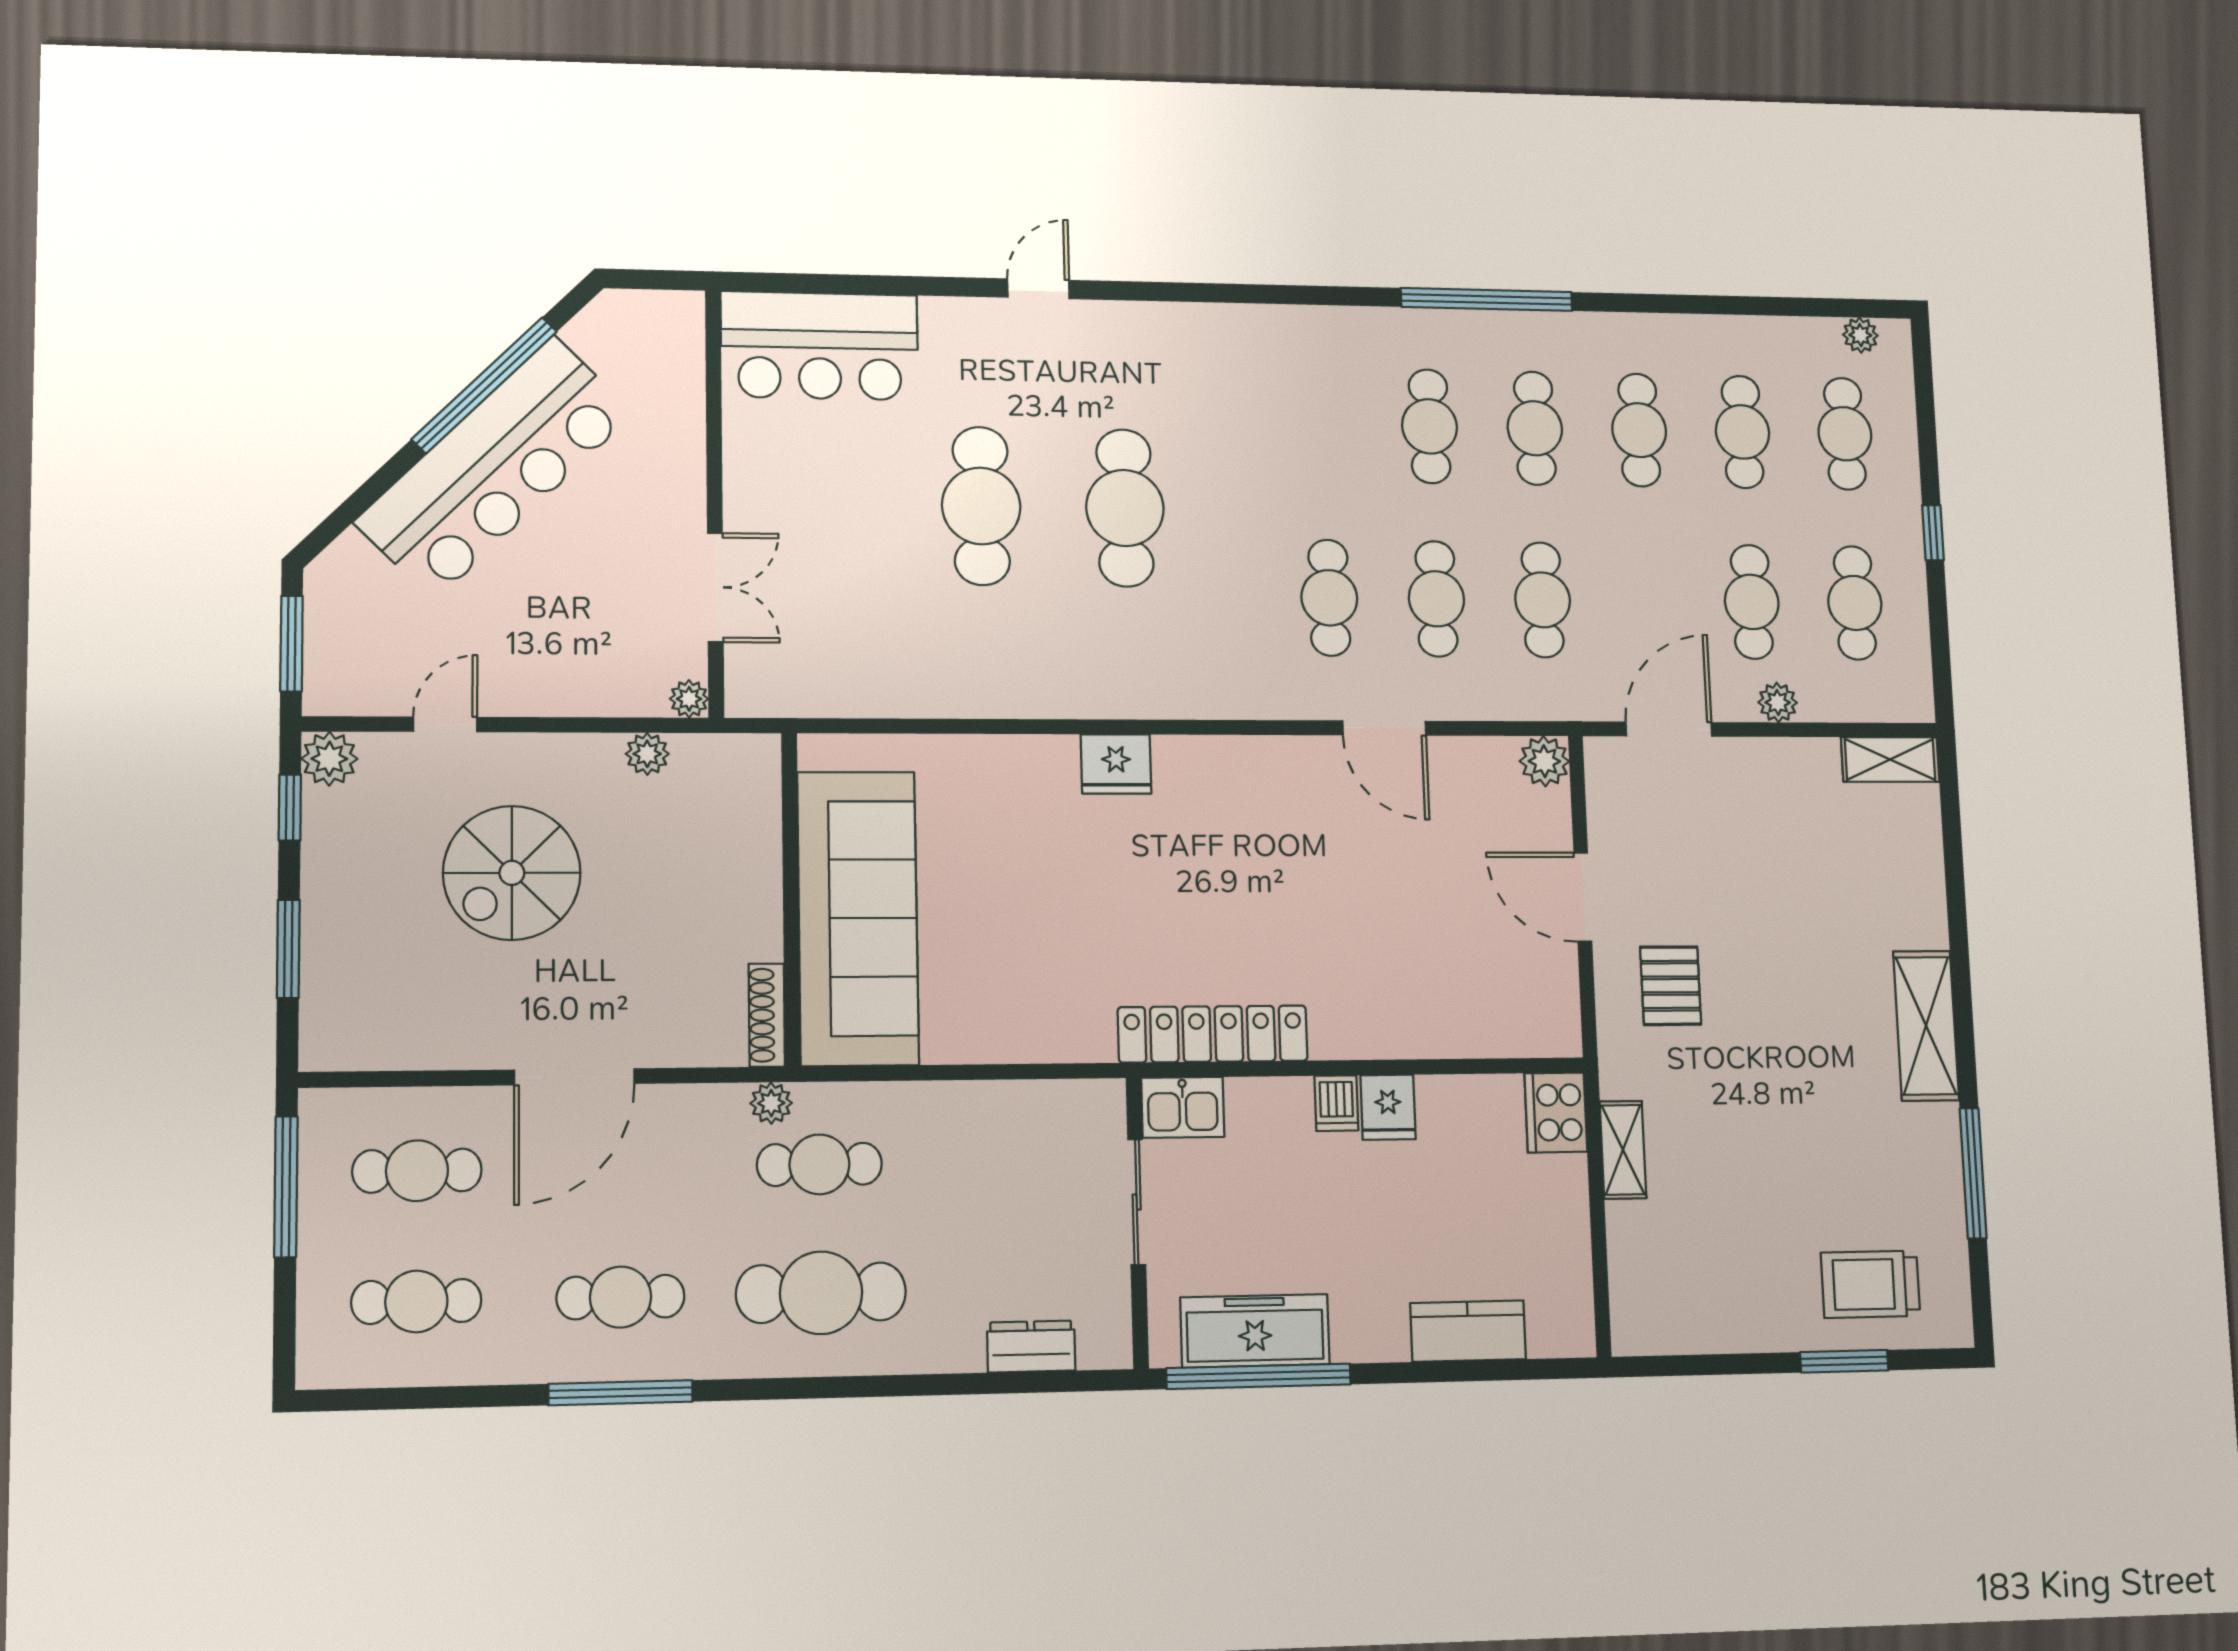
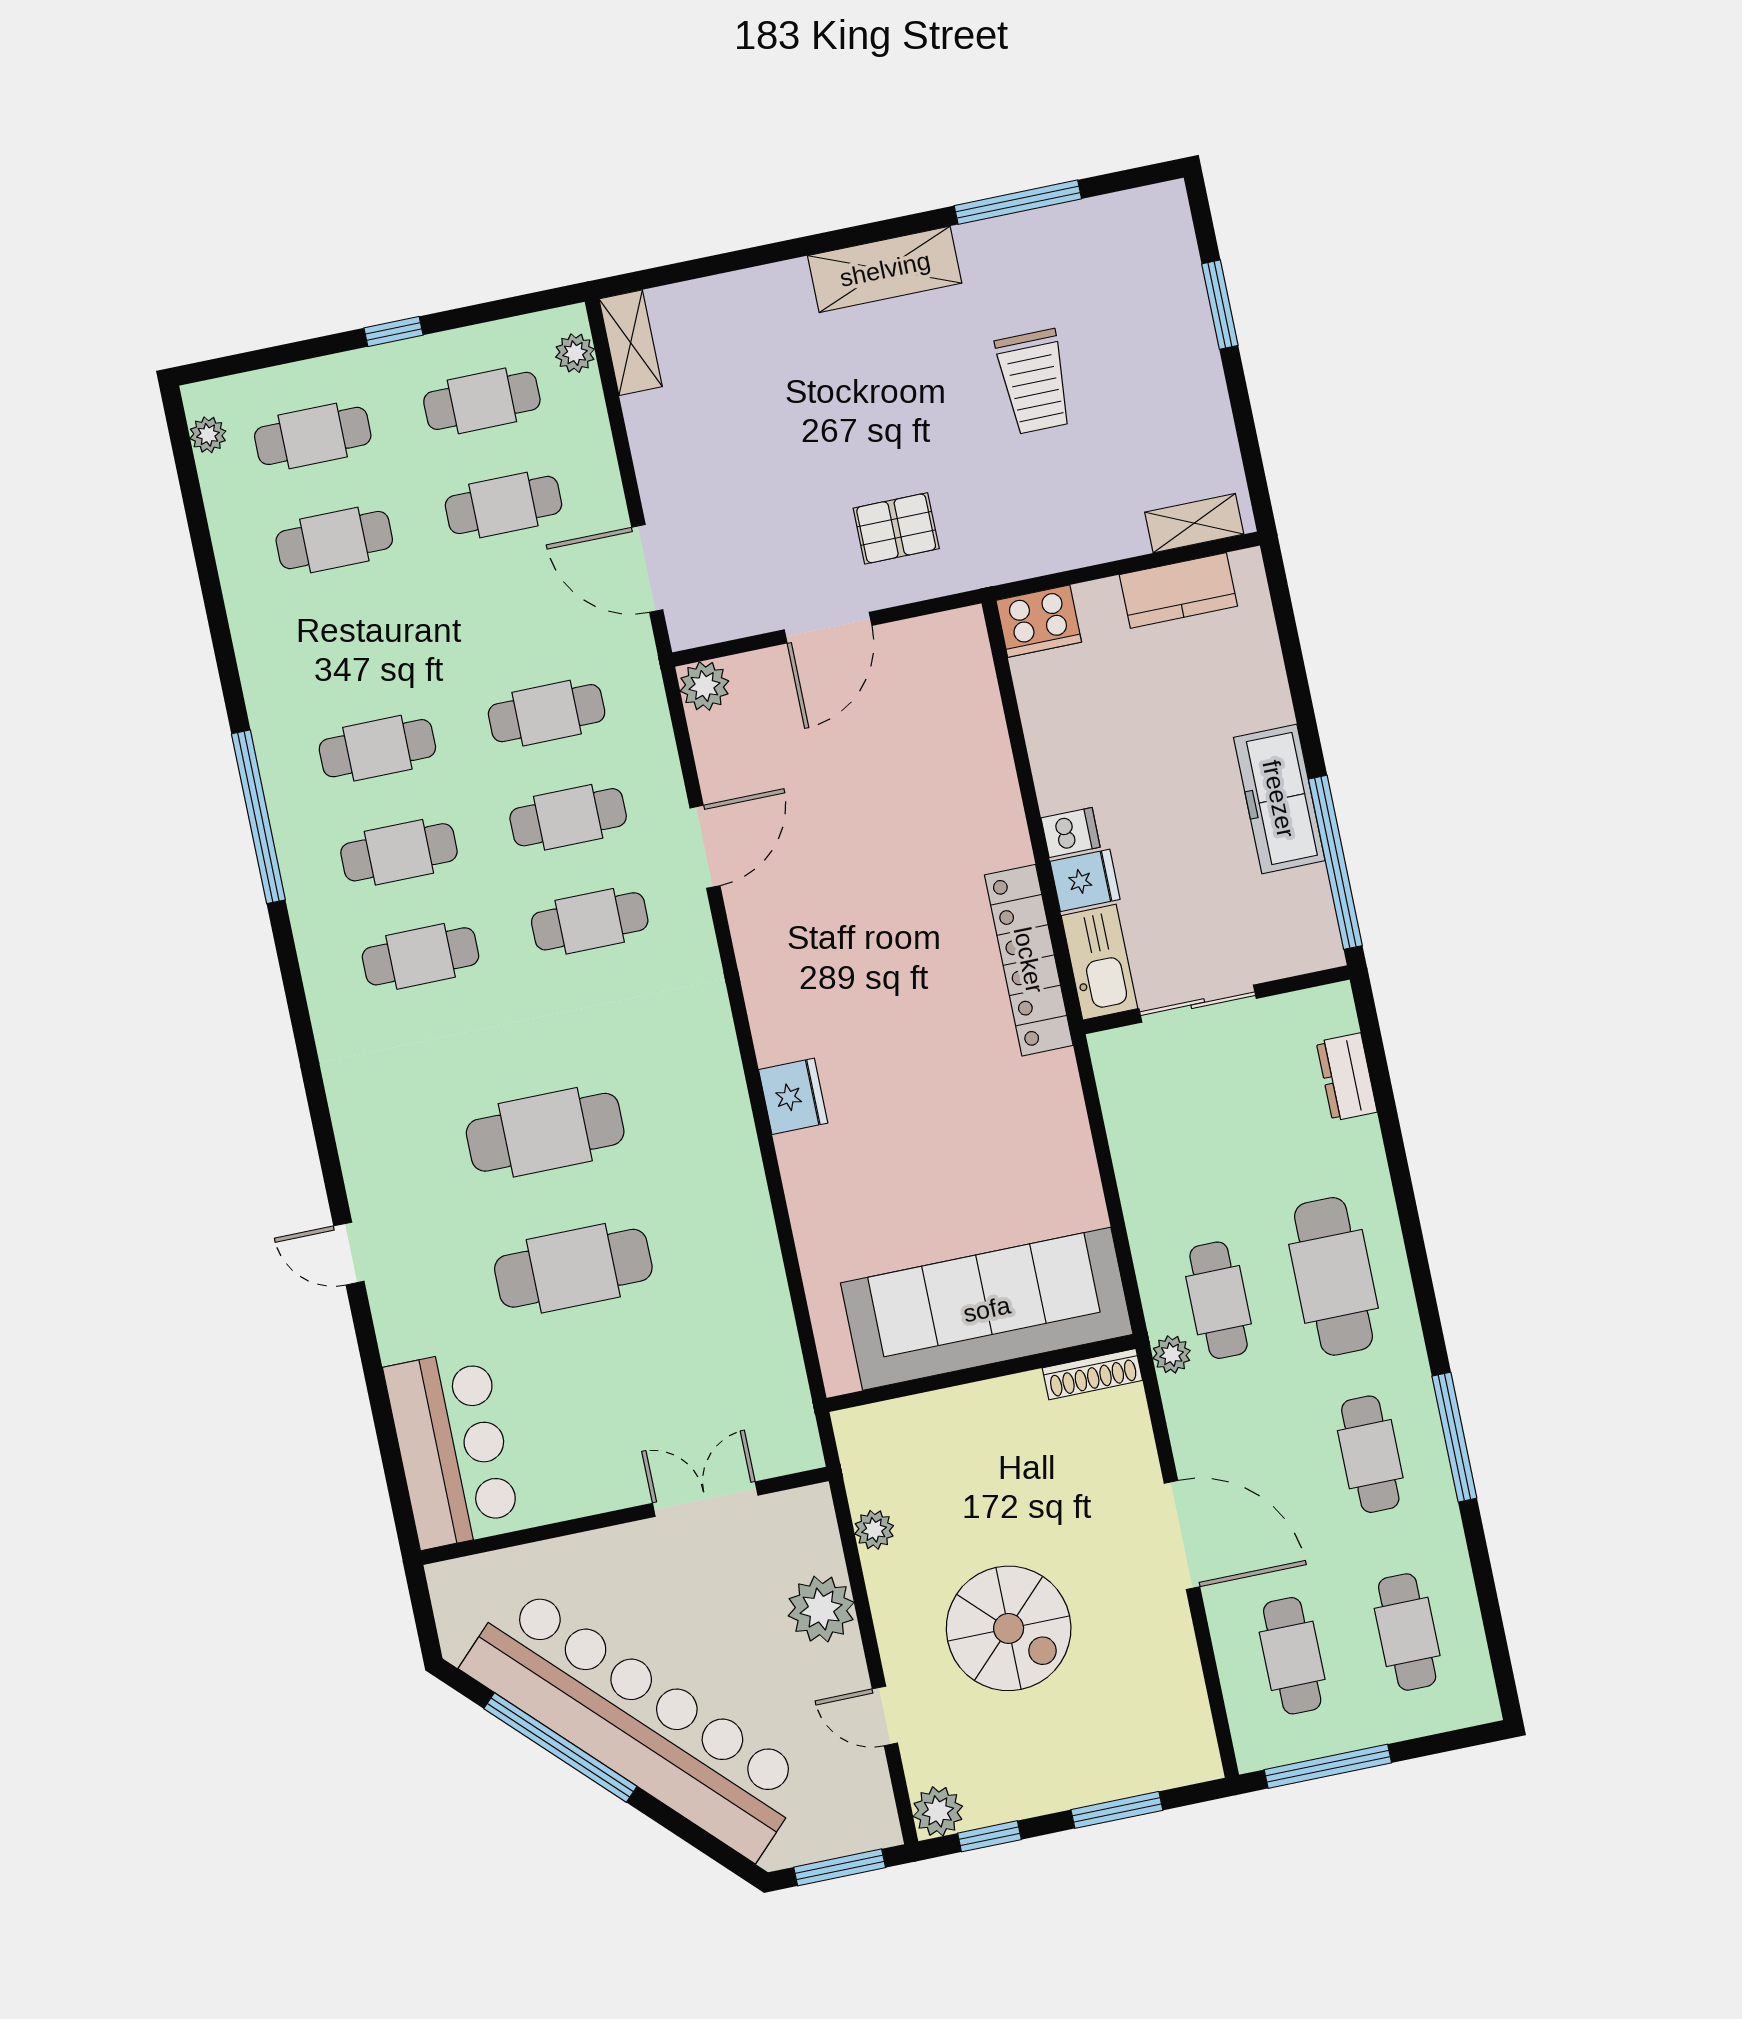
cafe table: (1639, 430) -> (421, 956), moved
bar counter: (495, 467) -> (636, 1722), width x1.36
plant: (689, 699) -> (821, 1609), moved, width x1.88, depth x1.88
plant: (1778, 702) -> (575, 353), moved
kitchen sink: (1183, 1107) -> (1099, 962), width x1.38
fridge: (1388, 1107) -> (1085, 880), moved
shelving: (1623, 1150) -> (1194, 523), moved
trolley: (1871, 1284) -> (1034, 382), moved
freezer: (1255, 1331) -> (1279, 799), moved
kitchen counter: (1468, 1331) -> (1178, 590), moved, turned -90

